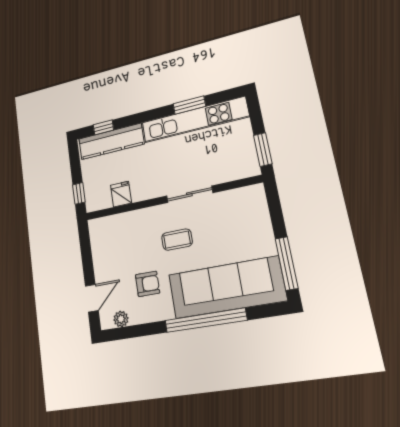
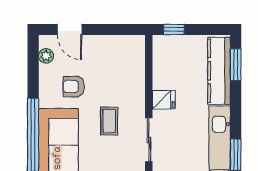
window: (103, 127) -> (236, 65), width x1.50
fridge: (121, 194) -> (164, 100), moved
armchair: (148, 284) -> (74, 86), turned 90

